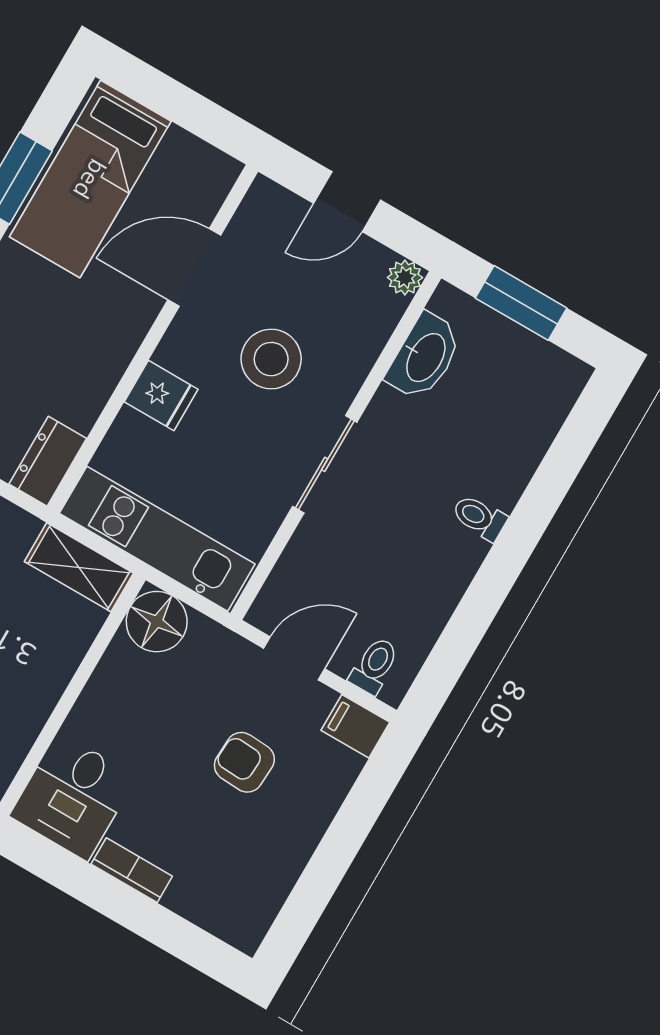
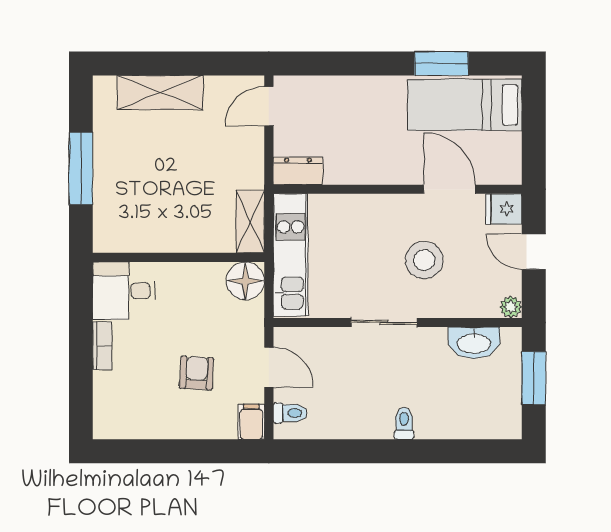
fridge: (161, 396) -> (504, 209), moved, turned 90

